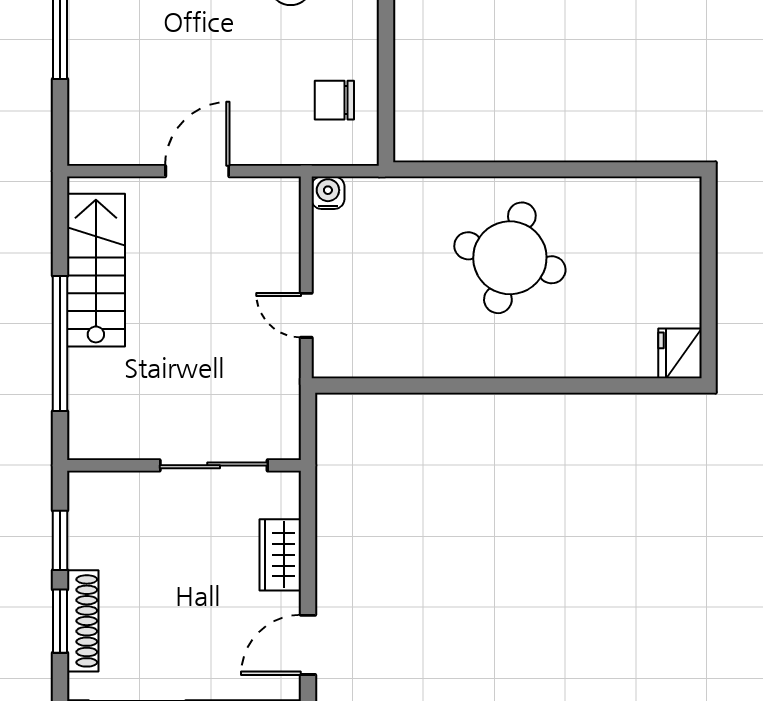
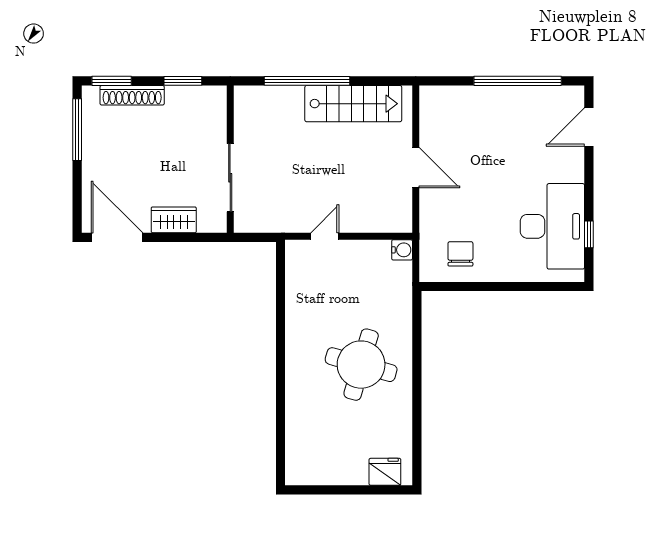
fridge: (680, 353) -> (385, 472), moved
window: (60, 621) -> (112, 81), moved
door: (308, 645) -> (117, 237), width x1.36

